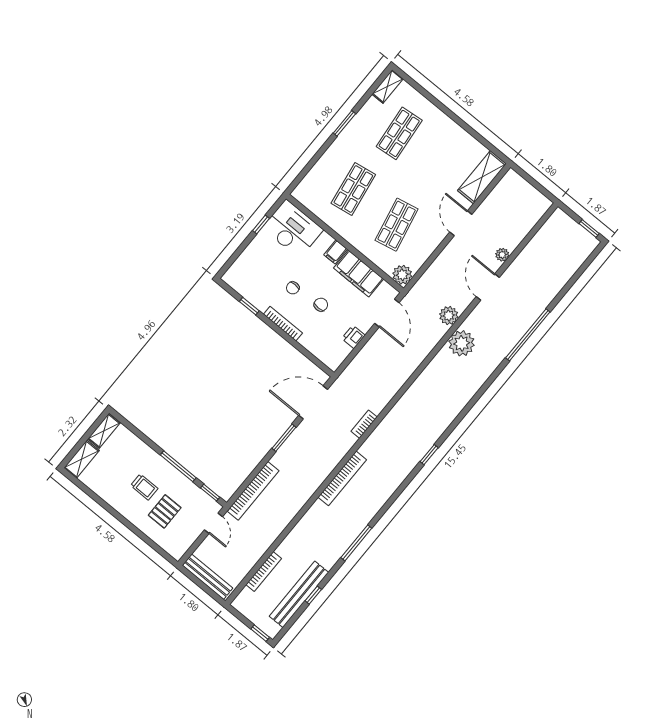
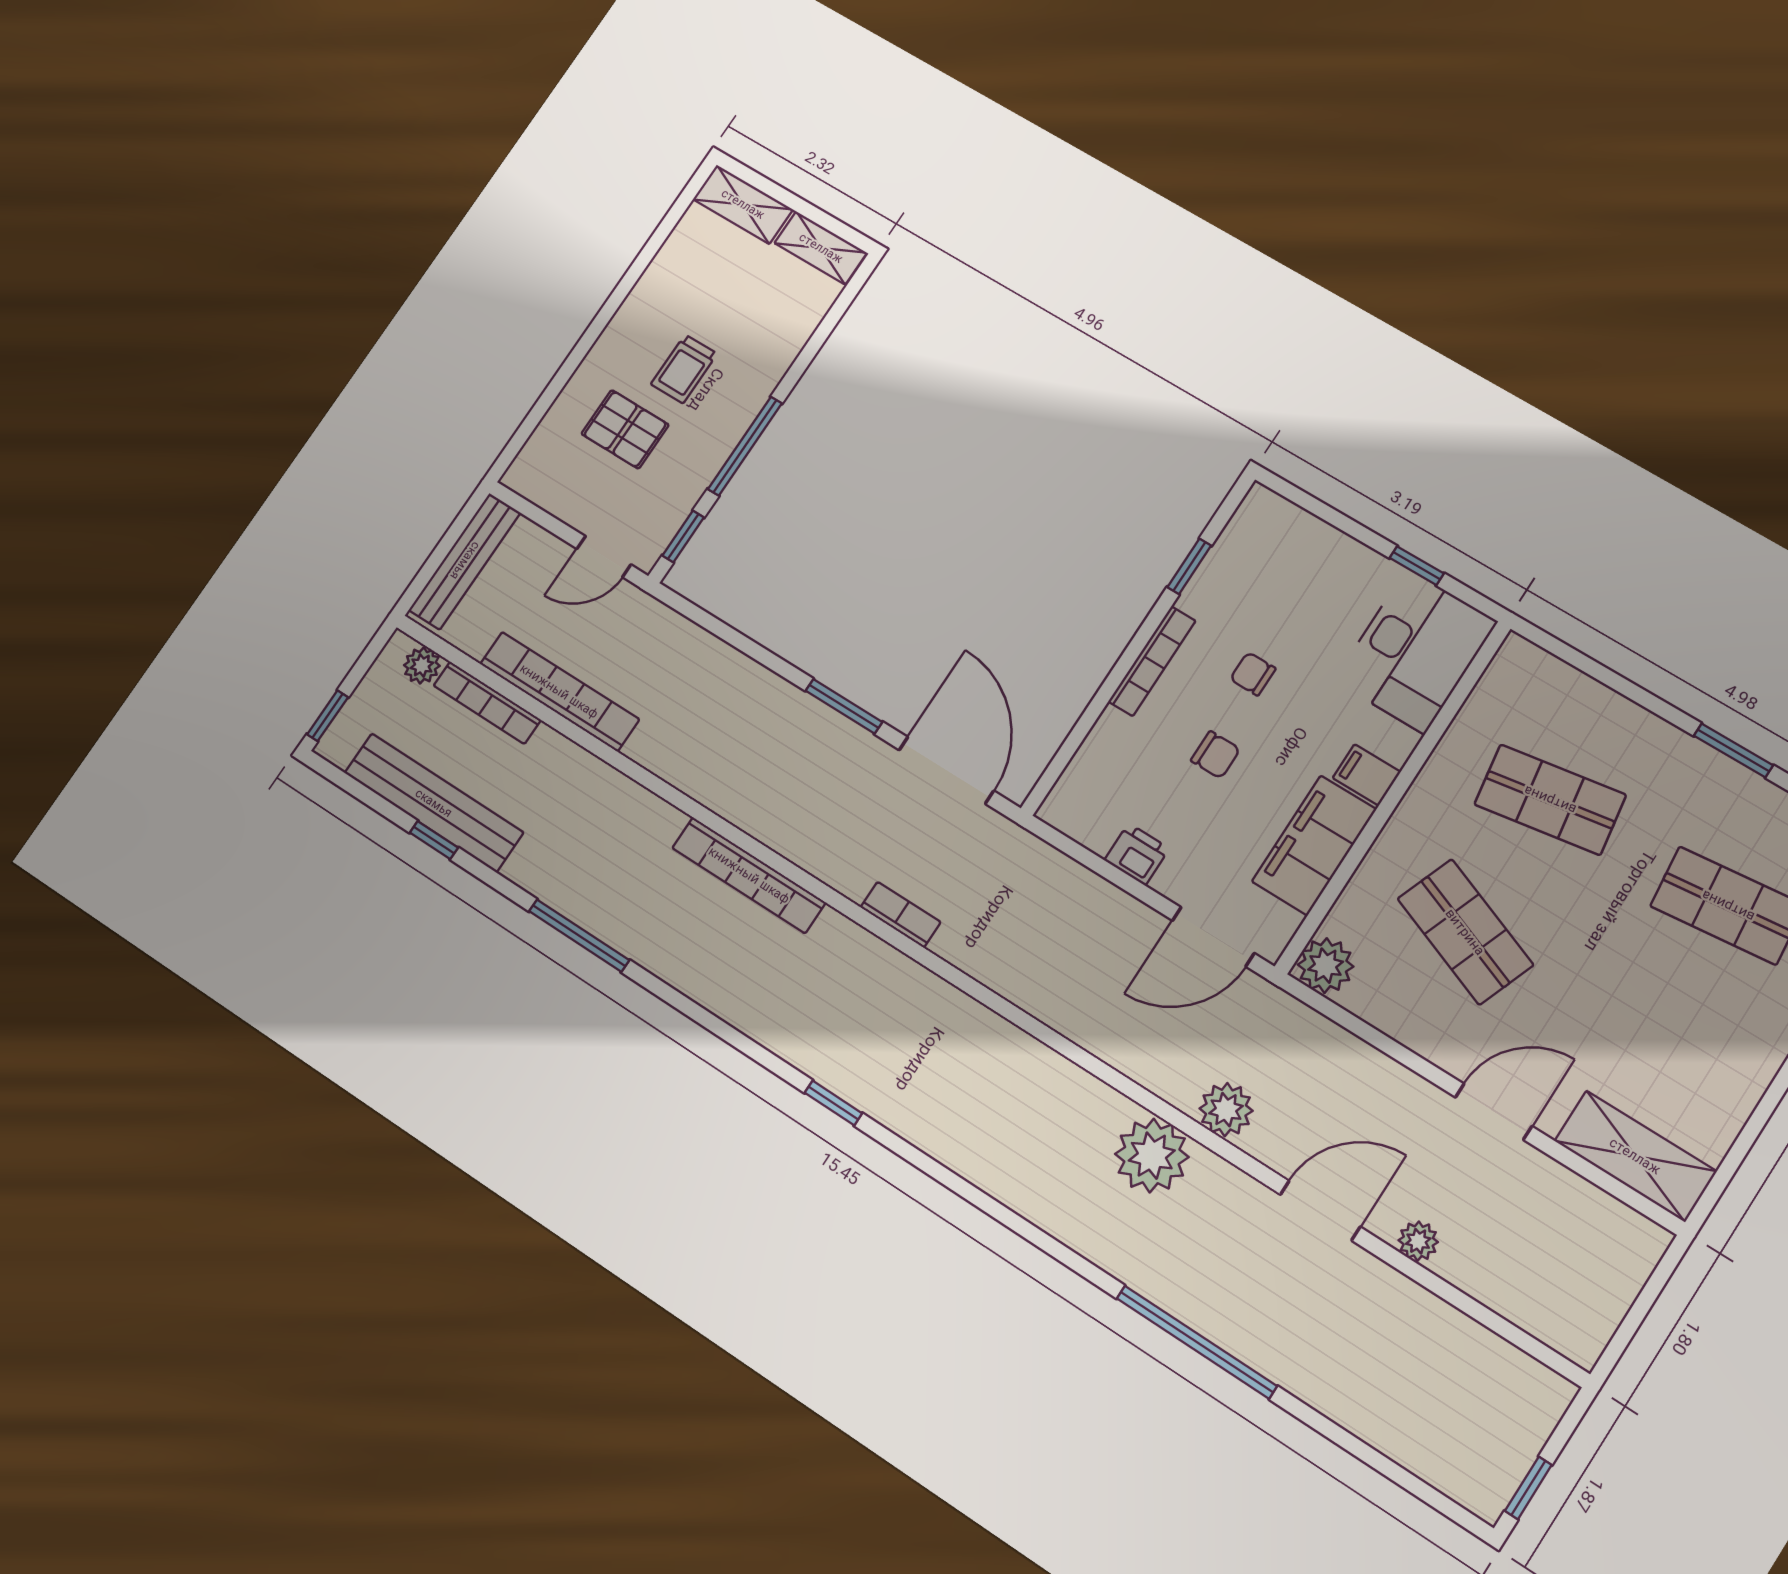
shop shelf: (397, 225) -> (1465, 932), turned 33
bookcase: (253, 491) -> (559, 691), moved, turned 180
plant: (246, 596) -> (422, 665), added

